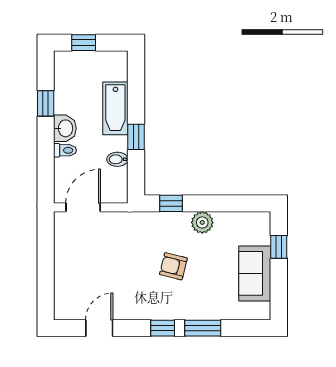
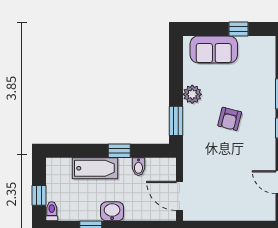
toilet: (65, 150) -> (52, 211), moved
window: (171, 203) -> (176, 121), width x1.50
window: (279, 247) -> (239, 29), moved
sofa: (255, 273) -> (214, 49), moved

